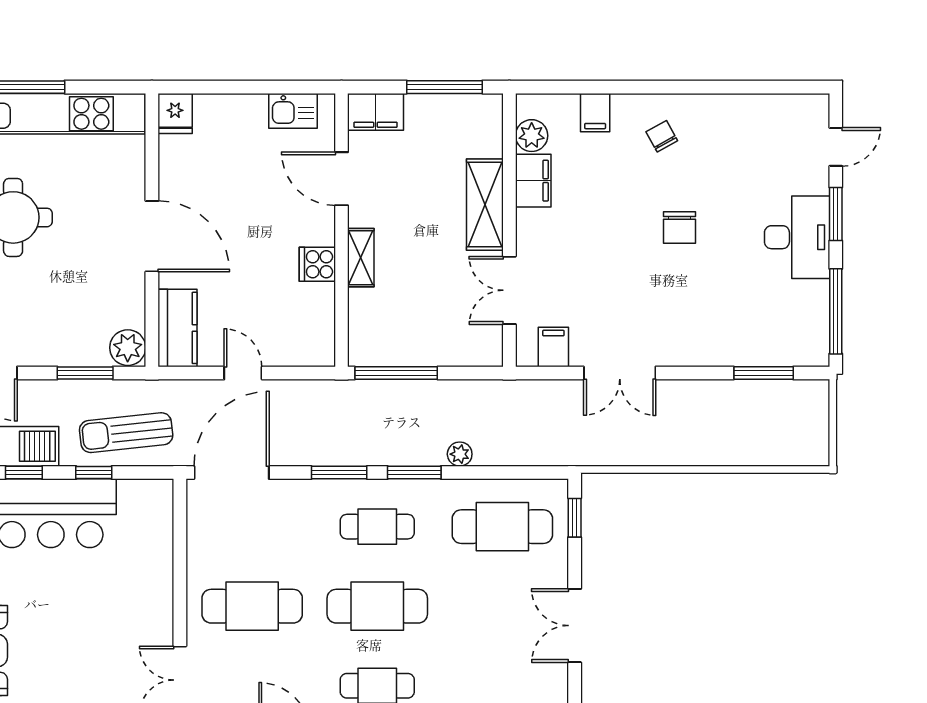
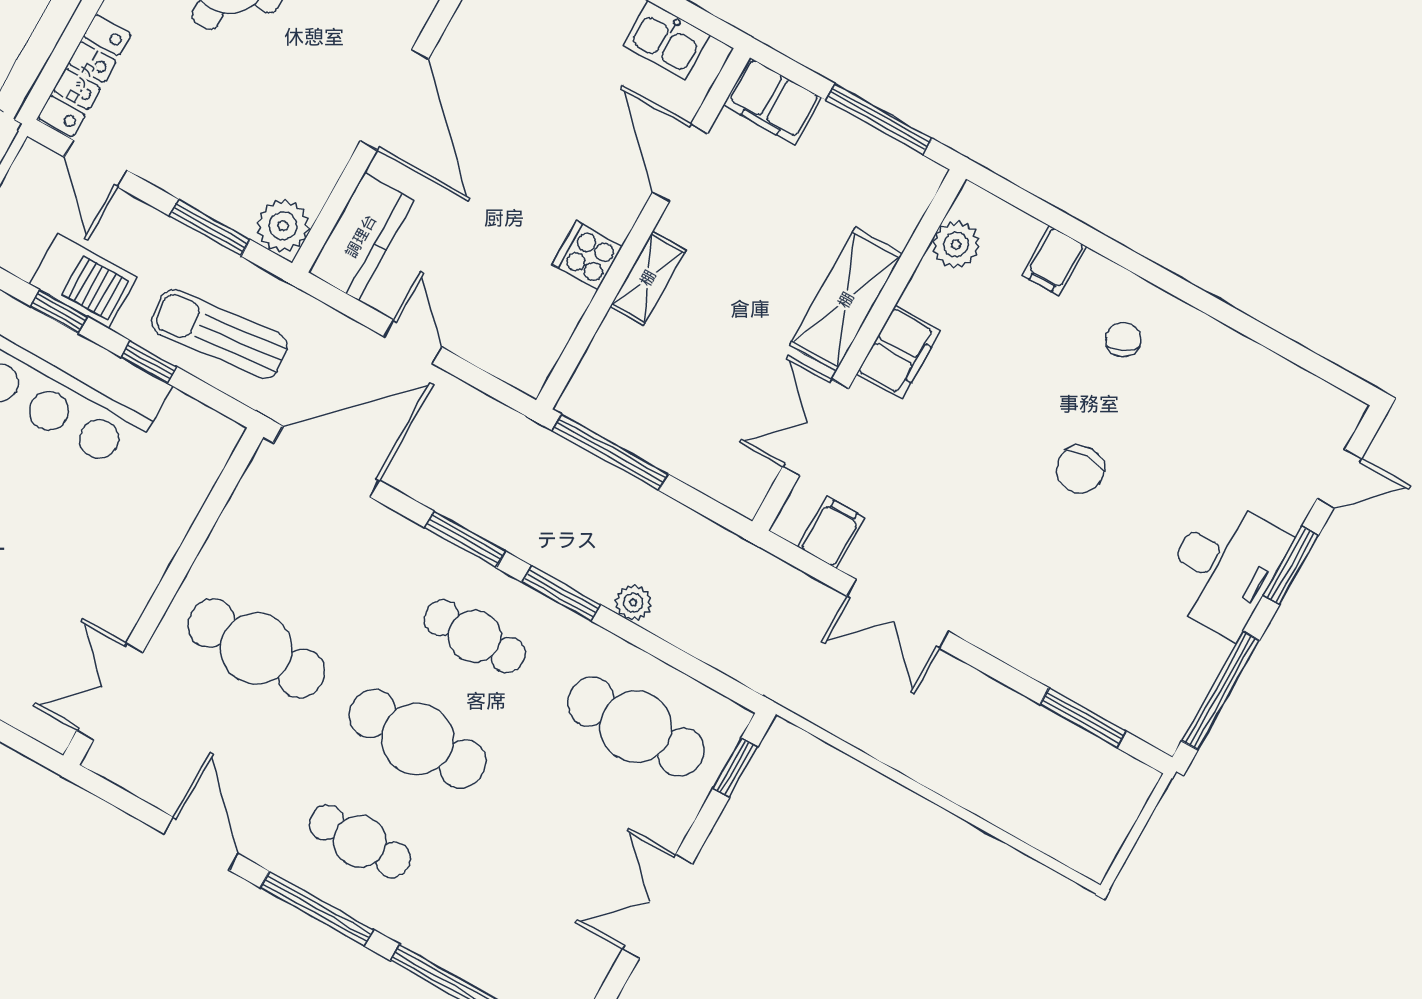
filing cabinet: (533, 181) -> (898, 352), moved

